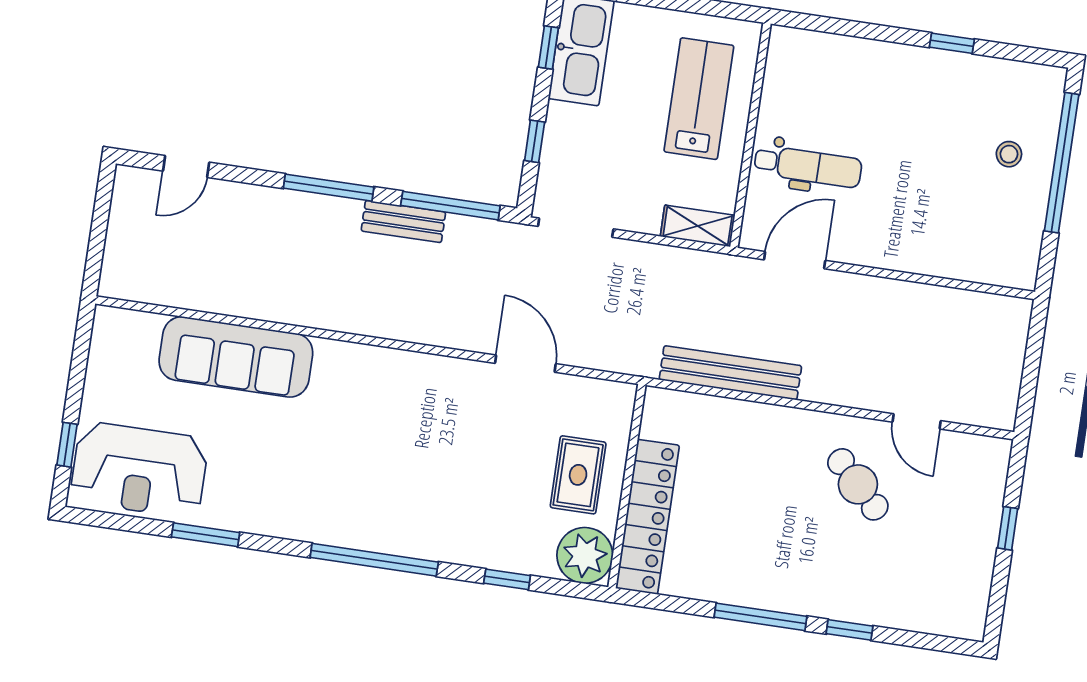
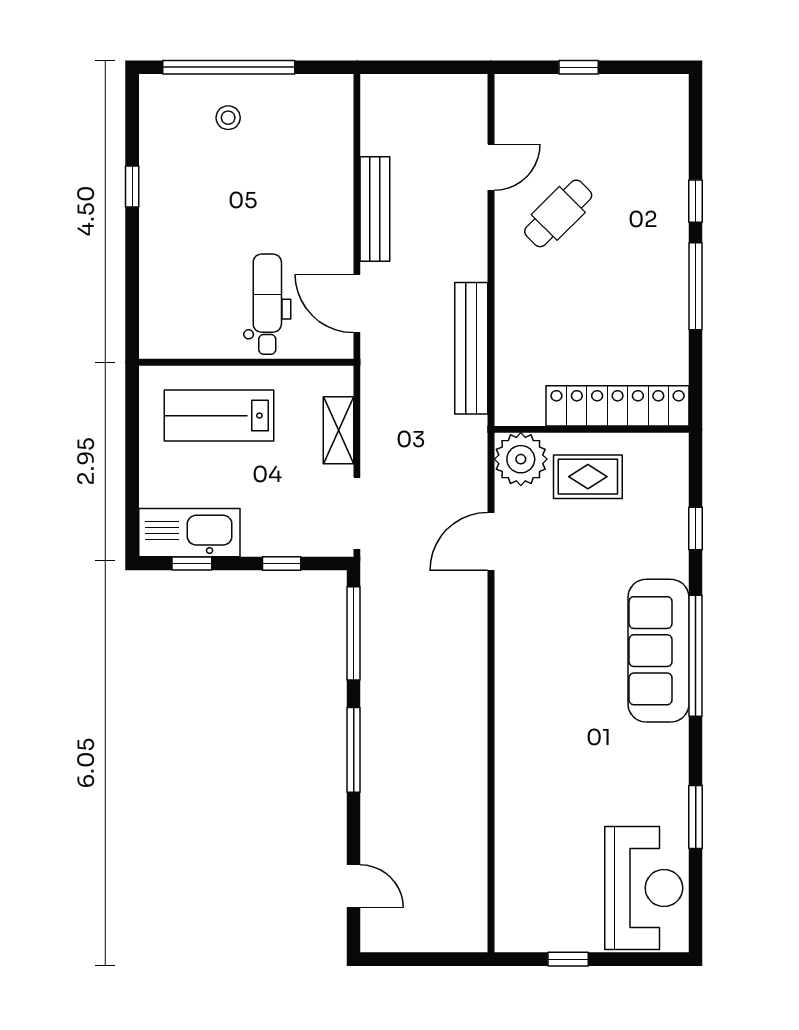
bench: (403, 222) -> (375, 209), moved, width x1.36
shelving: (698, 226) -> (338, 430), moved
sofa: (236, 357) -> (658, 651), moved, turned 180
window: (67, 445) -> (568, 959), moved
plant: (585, 555) -> (521, 459), moved

